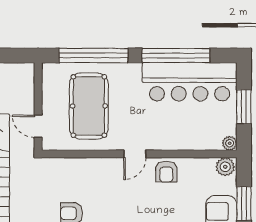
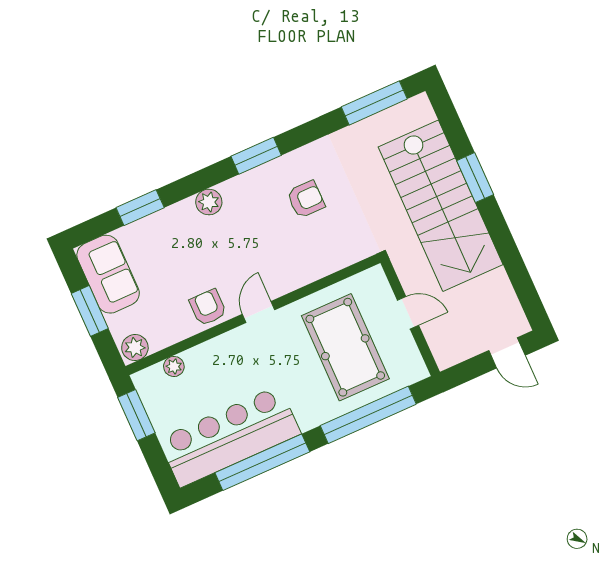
window: (244, 107) -> (136, 415), moved
door: (38, 126) -> (408, 313), moved
plant: (230, 143) -> (174, 366), moved

